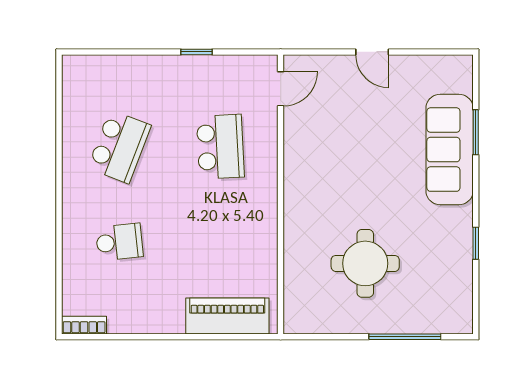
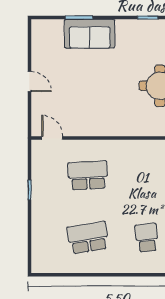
door: (372, 52) -> (29, 82), hinge flipped
school desk: (119, 147) -> (88, 238), turned -30
sofa: (450, 150) -> (90, 34), width x0.73

